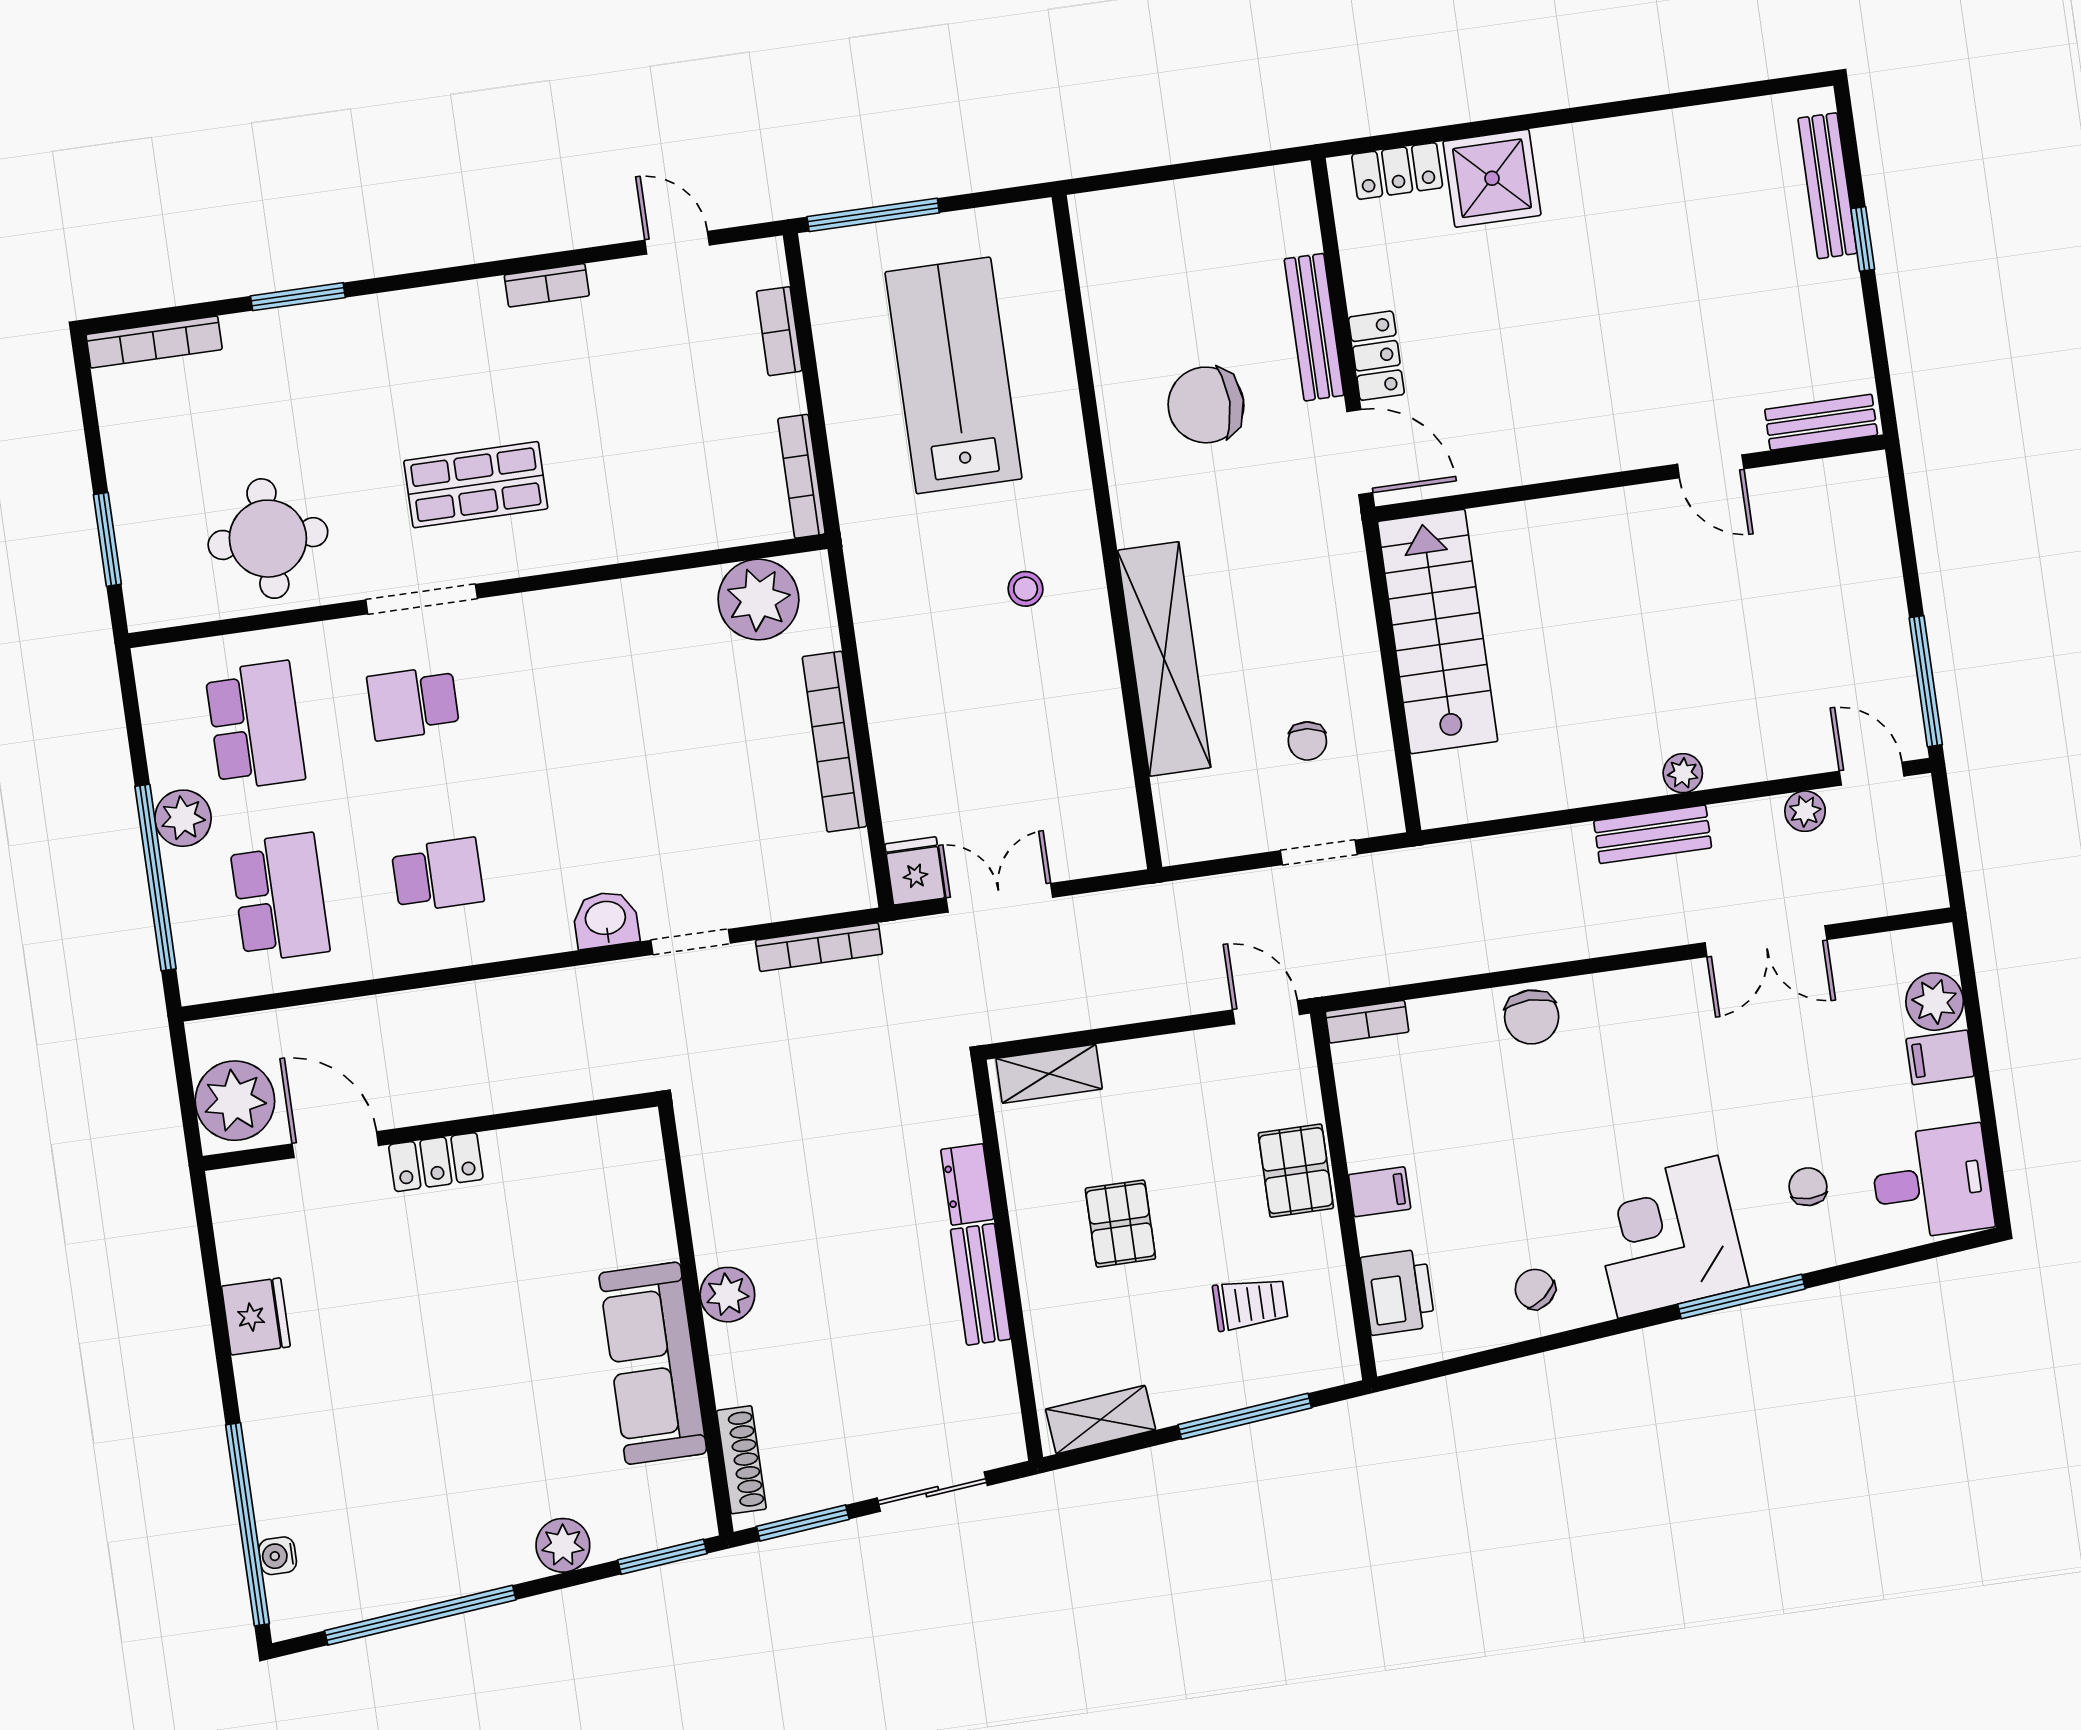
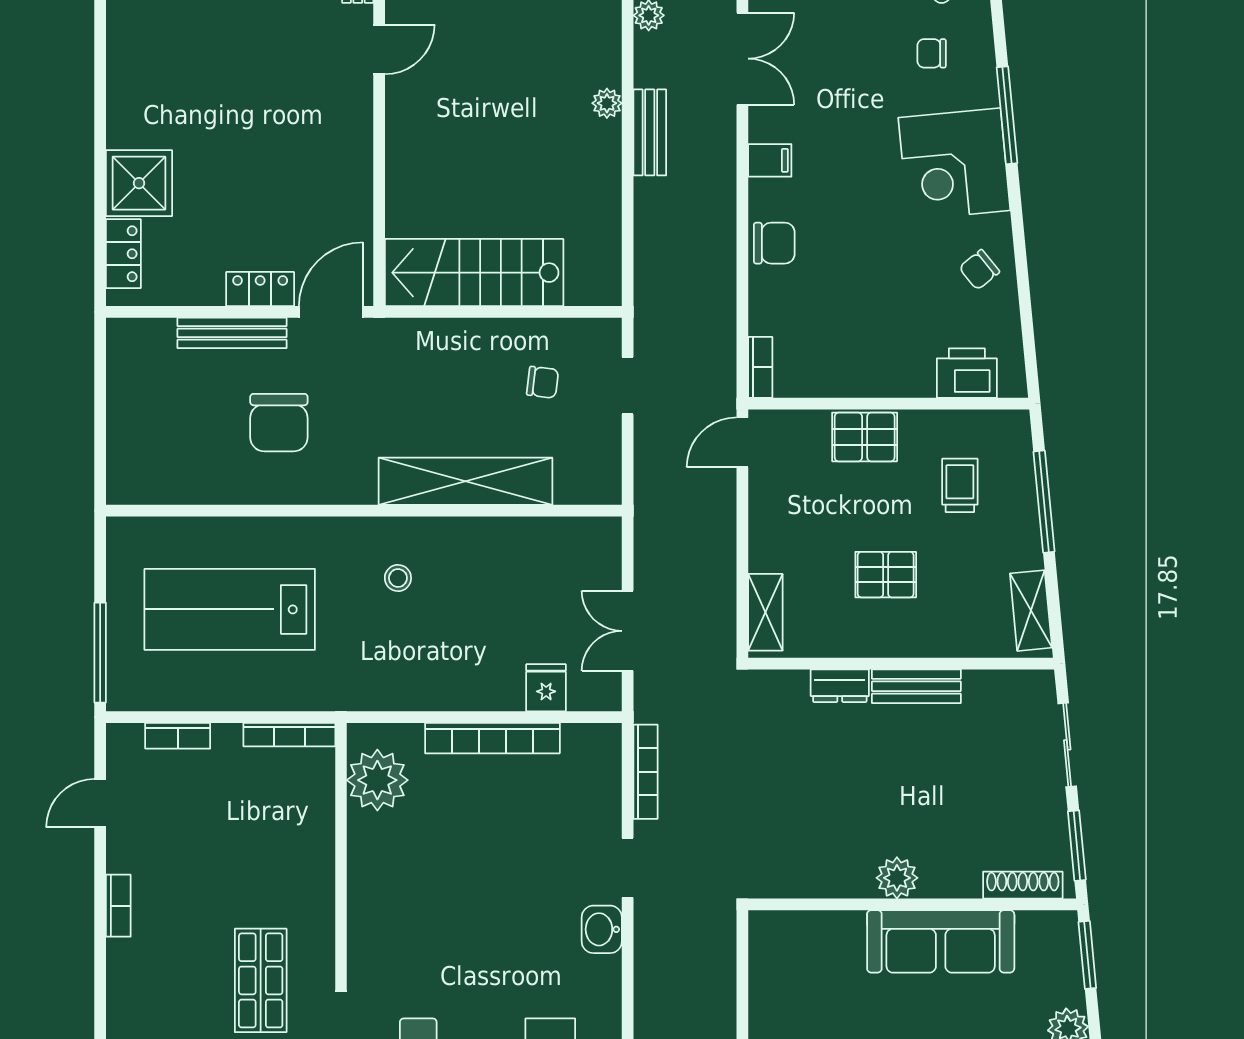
fridge: (915, 871) -> (546, 688), moved, turned 90
filing cabinet: (1380, 1192) -> (770, 160), moved, turned 90

